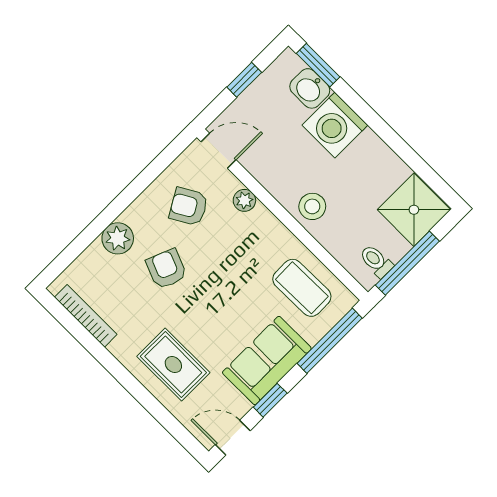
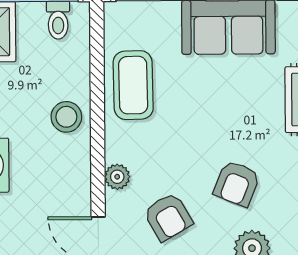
coffee table: (302, 288) -> (133, 85), moved

